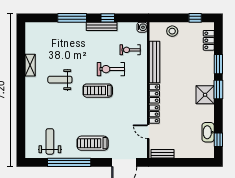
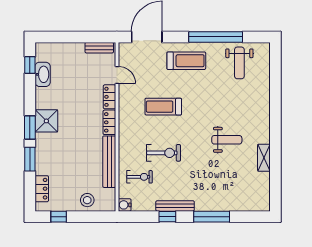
treadmill: (98, 91) -> (163, 107), moved, turned 180

